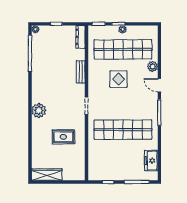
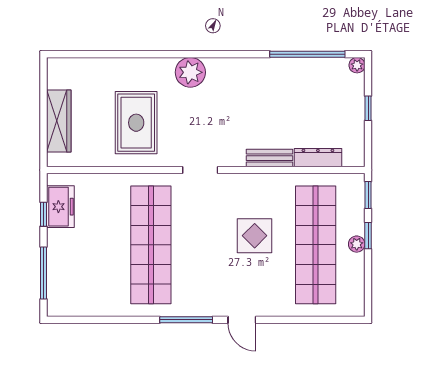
dresser: (80, 37) -> (318, 158), moved
plant: (153, 66) -> (281, 306), removed
door: (159, 85) -> (242, 320), swing flipped
rug: (63, 137) -> (136, 123), width x1.36, depth x1.43
freezer: (151, 161) -> (60, 207), moved, turned 90
wardrobe: (47, 175) -> (59, 121), moved

